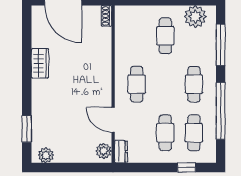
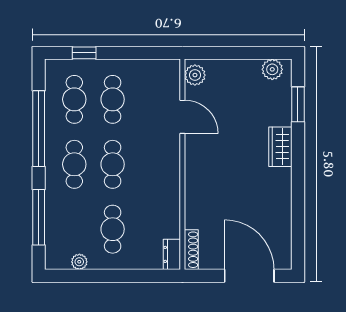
shoe rack: (106, 16) -> (191, 250), width x1.43
plant: (195, 17) -> (79, 262), width x0.53, depth x0.53
wardrobe: (40, 63) -> (280, 147), moved
cafe table: (137, 84) -> (113, 164), moved
dresser: (121, 152) -> (172, 254), moved

